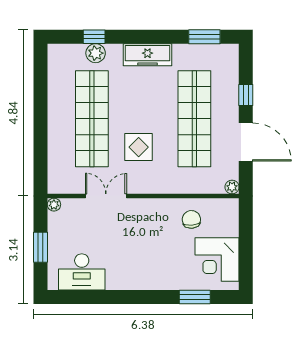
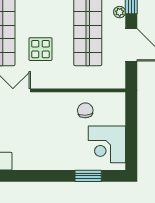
plant: (232, 187) -> (120, 12), moved

